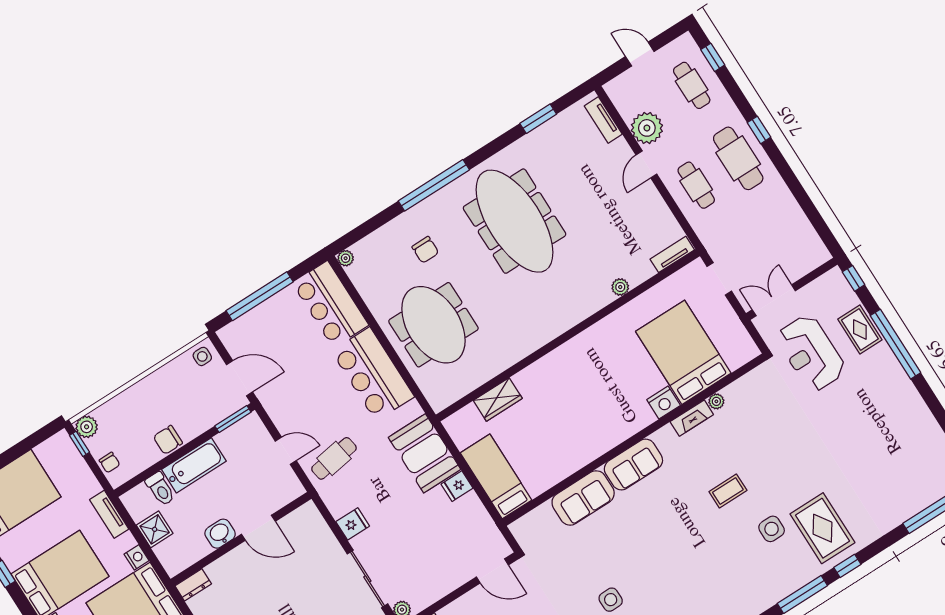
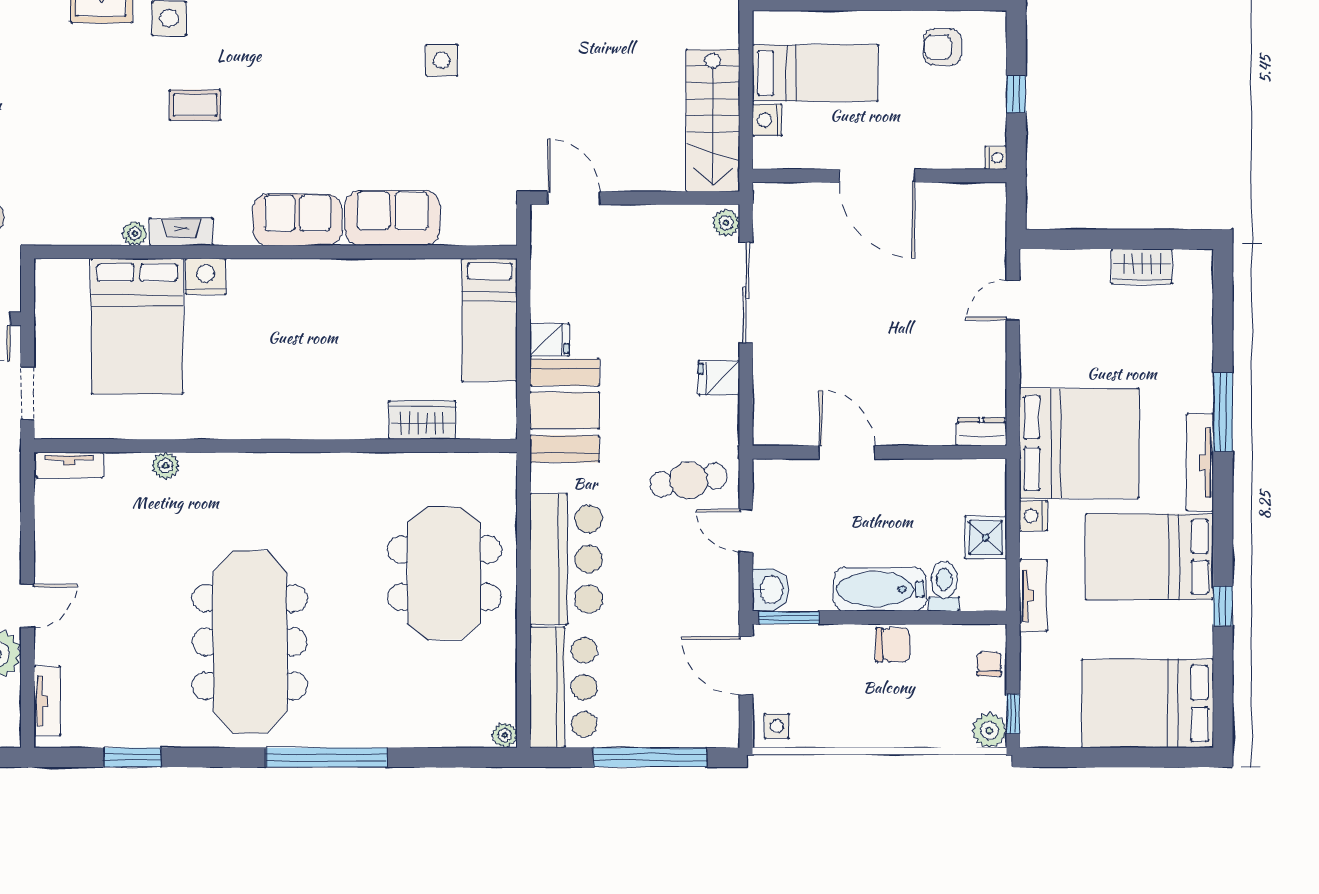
chair: (425, 250) -> (392, 679), removed
washbasin: (220, 534) -> (771, 590), moved, turned -90

